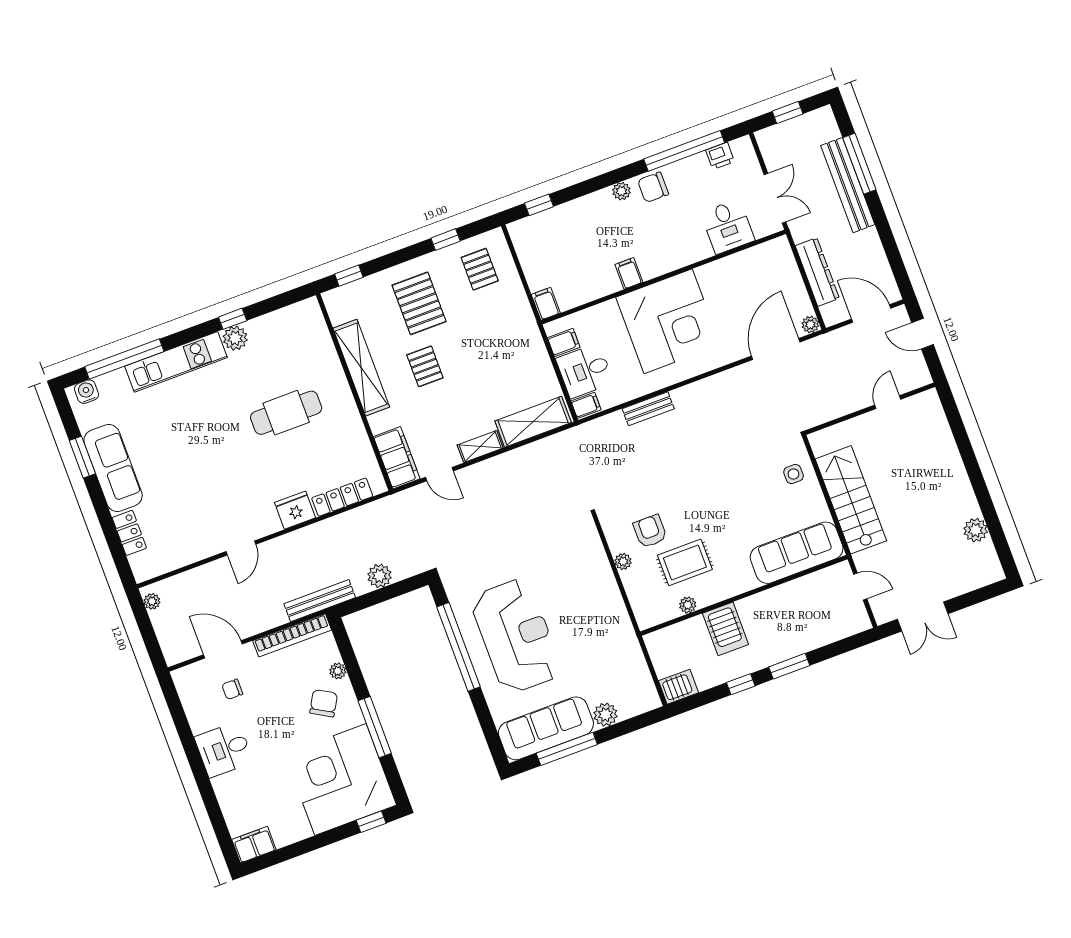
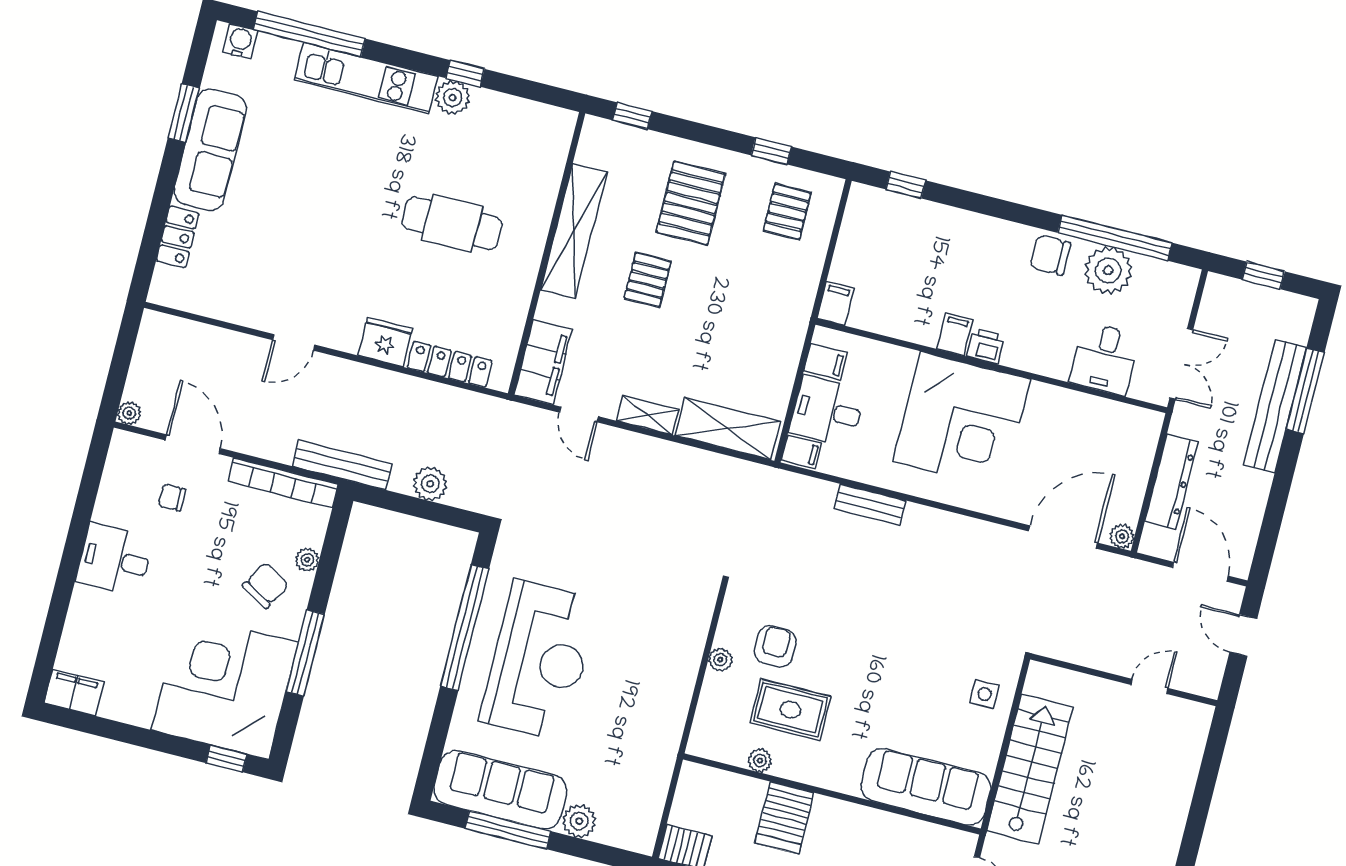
printer: (720, 156) -> (985, 346), moved, turned 180
plant: (621, 191) -> (1108, 271), moved, width x1.87, depth x1.87
plant: (152, 601) -> (129, 413), moved

